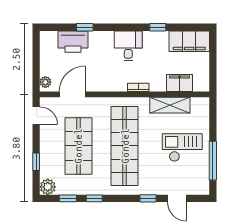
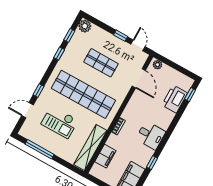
window: (85, 27) -> (190, 94), moved
shelving: (170, 105) -> (90, 147), width x1.47
door: (36, 116) -> (138, 45), swing flipped
shop shelf: (78, 146) -> (101, 63), width x0.70, depth x0.74
checkout: (182, 147) -> (60, 122), moved, turned 90
window: (36, 162) -> (121, 36), moved

